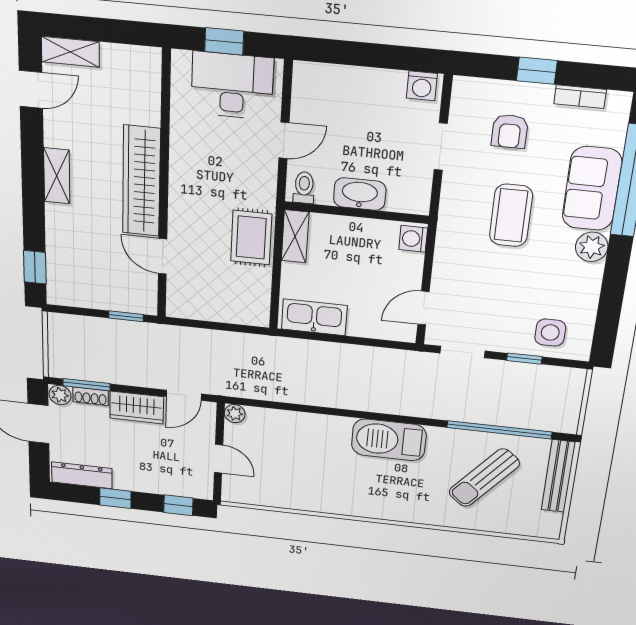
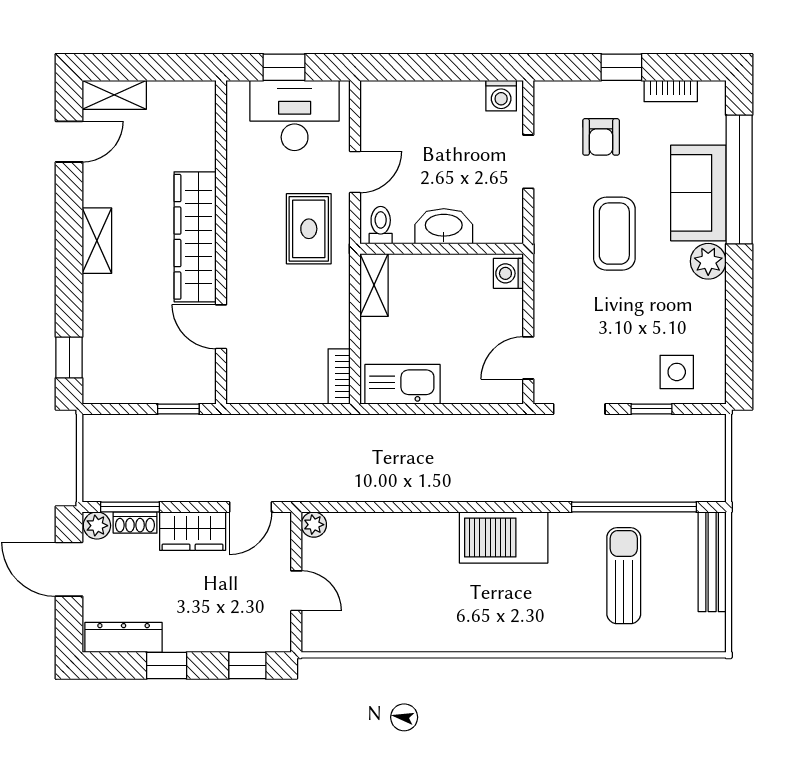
rug: (251, 238) -> (309, 229), moved
bookcase: (261, 306) -> (339, 376), added
sun lounger: (484, 478) -> (624, 576), turned 140

